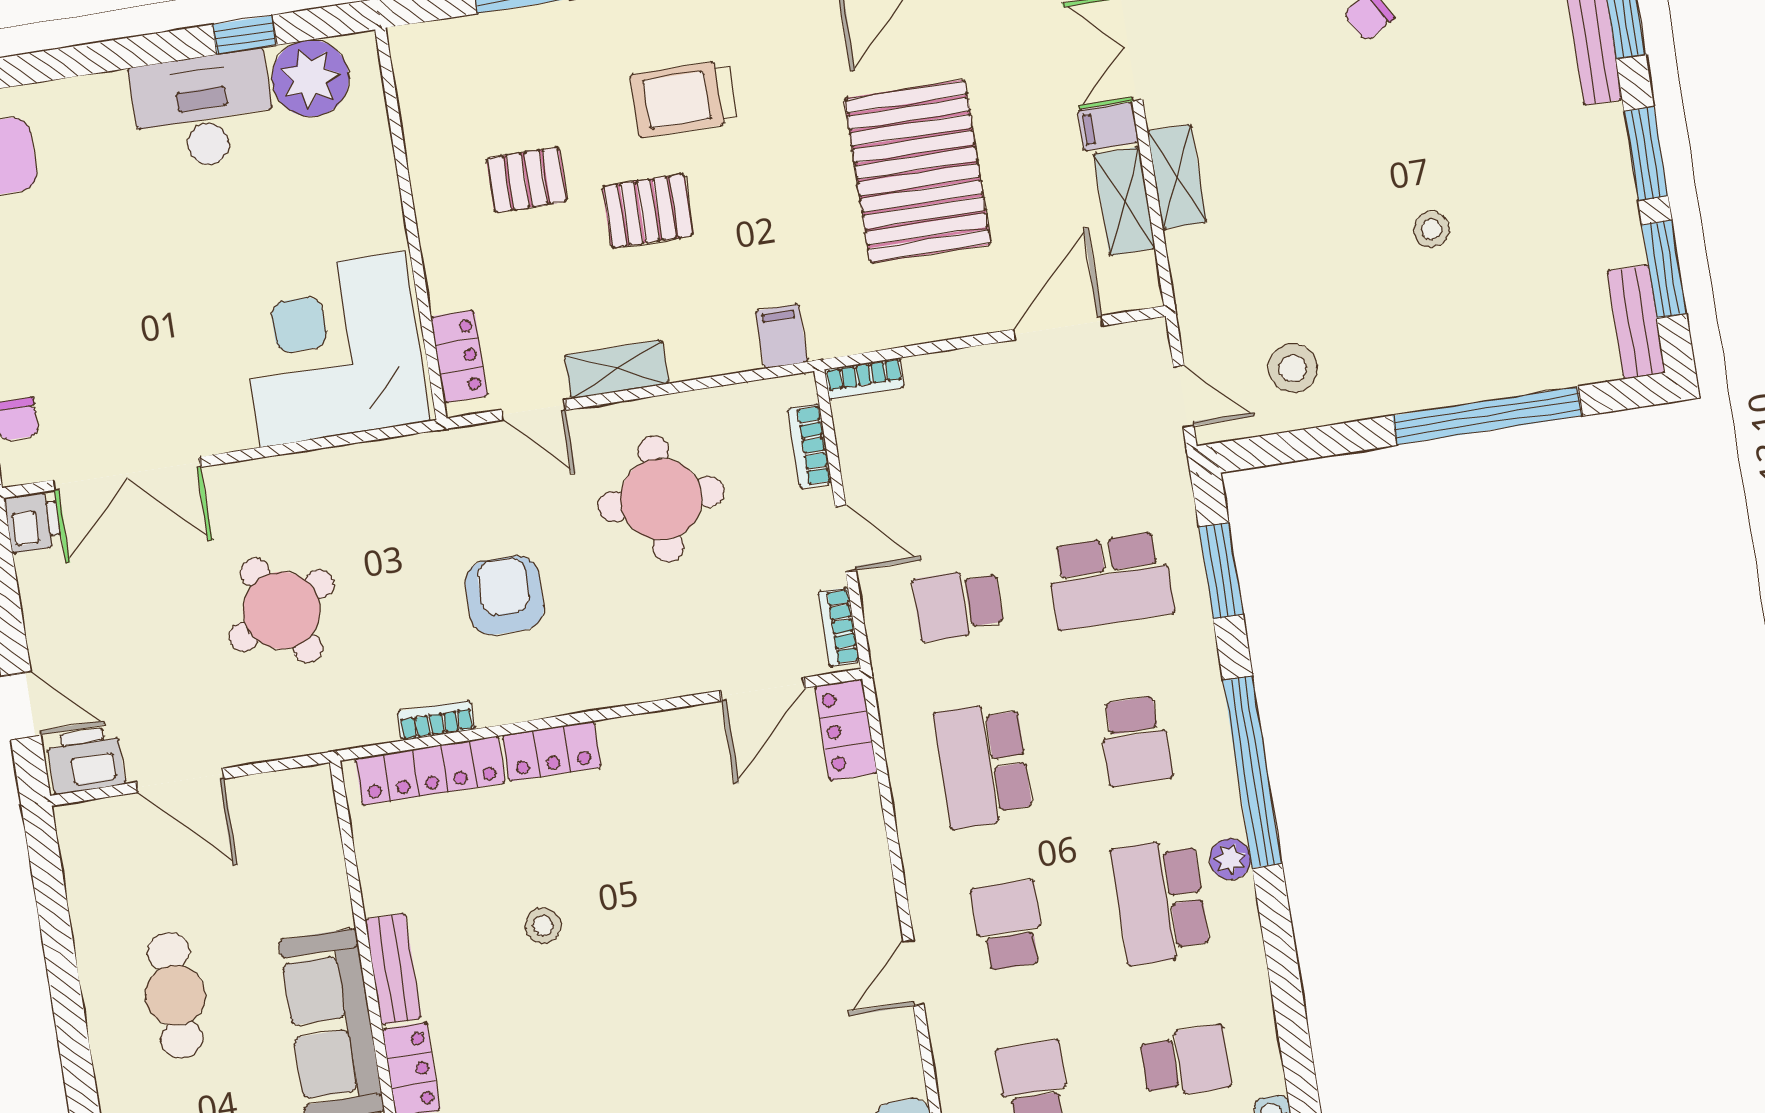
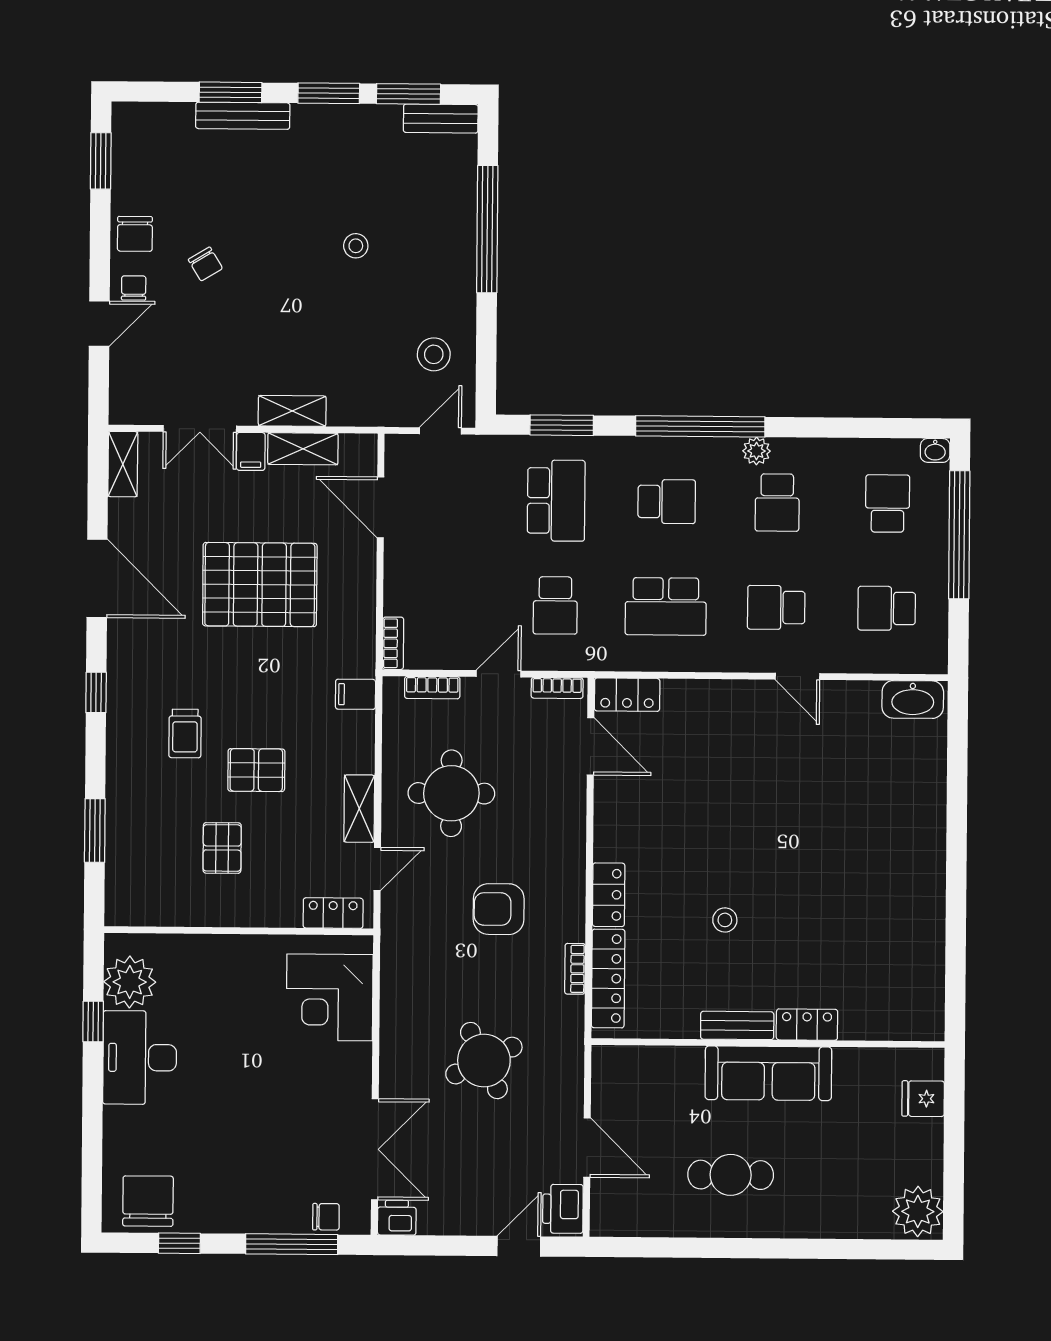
trolley: (684, 99) -> (185, 733), width x0.73, depth x0.72
pallet: (648, 211) -> (256, 770), turned 90
corner desk: (332, 349) -> (330, 997), width x0.74, depth x0.74
door: (180, 781) -> (587, 1148), hinge flipped
school desk: (1160, 901) -> (777, 503), width x0.54

